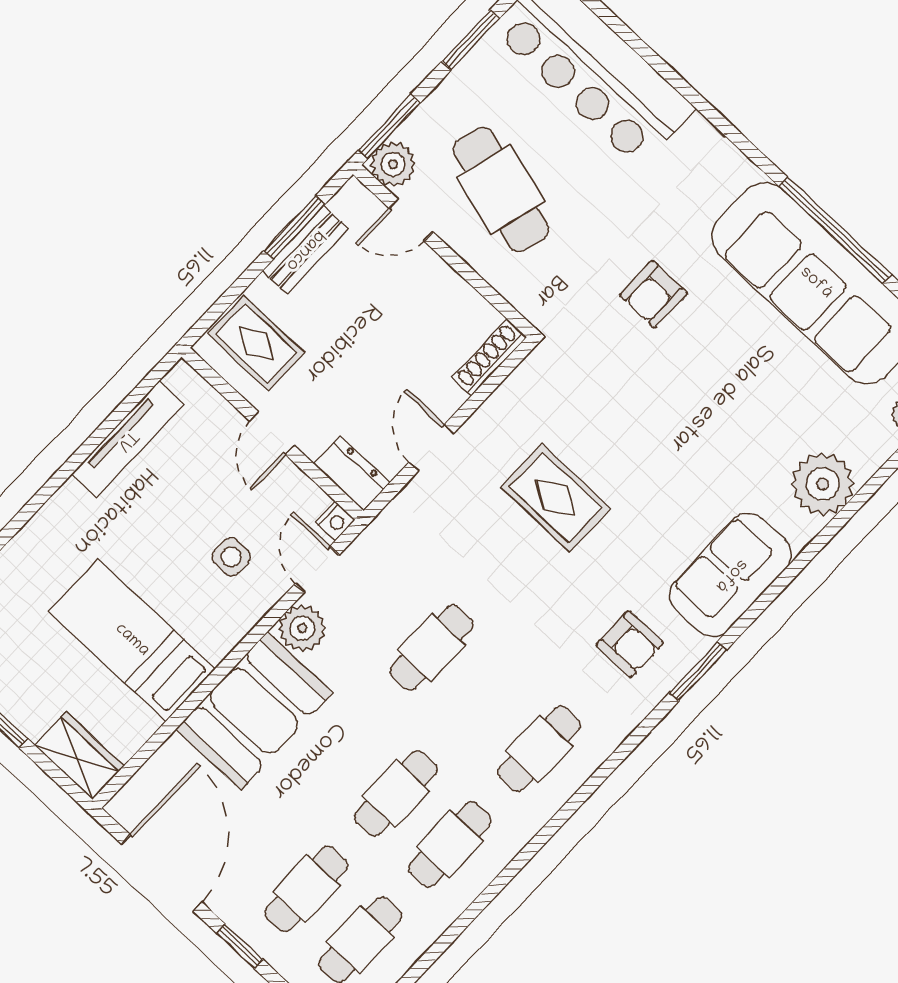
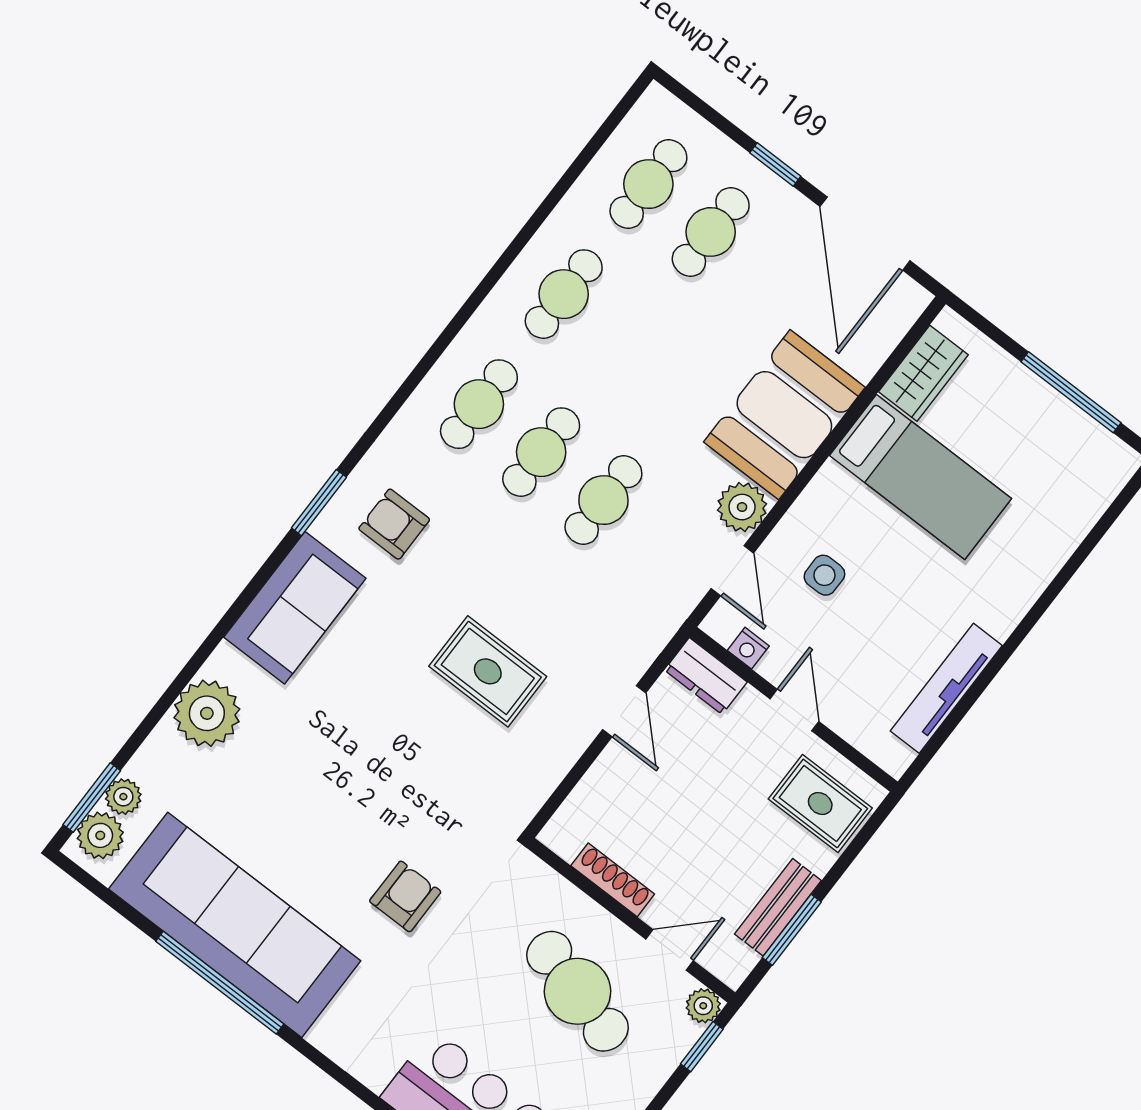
window: (389, 126) -> (702, 1047), width x0.67
plant: (393, 164) -> (703, 1006), width x0.73, depth x0.73
shoe rack: (489, 358) -> (613, 880), moved, turned -90
nightstand: (335, 521) -> (748, 648), moved, turned -90
wardrobe: (79, 756) -> (923, 373), moved, turned -90
cafe table: (396, 793) -> (541, 452), moved

